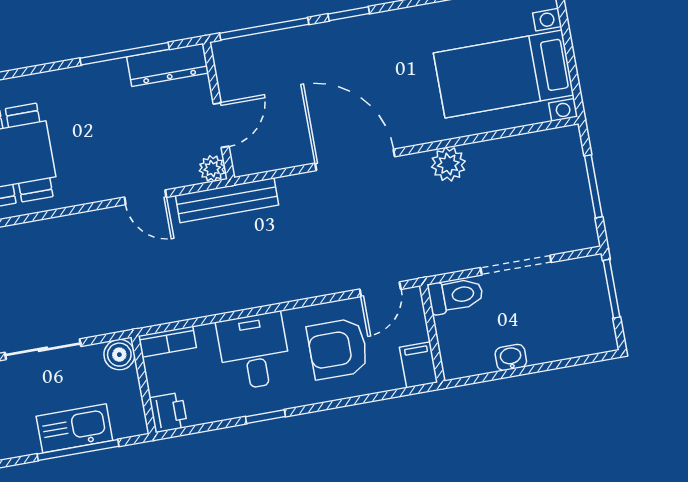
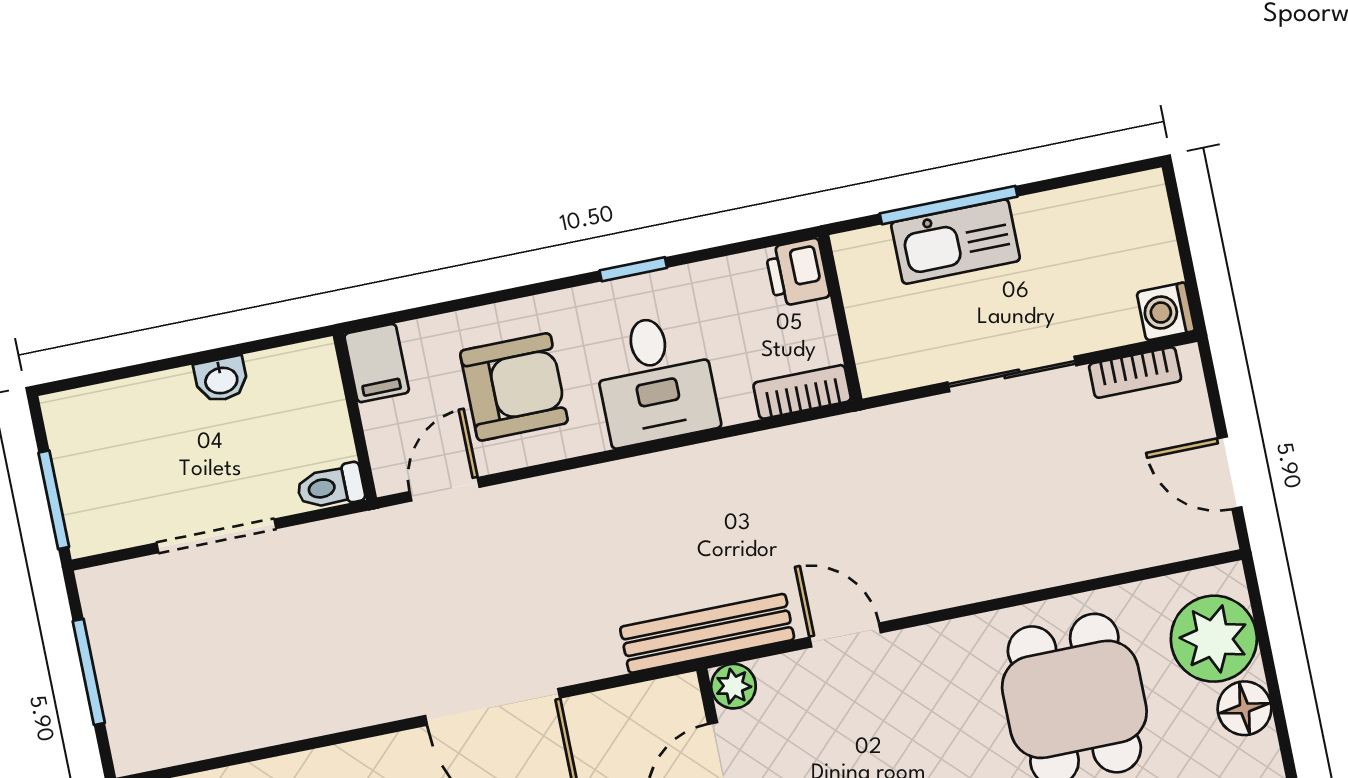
plant: (448, 164) -> (335, 704), removed
toilet: (456, 295) -> (331, 487), width x0.73, depth x0.72
boiler: (119, 355) -> (883, 368), removed

